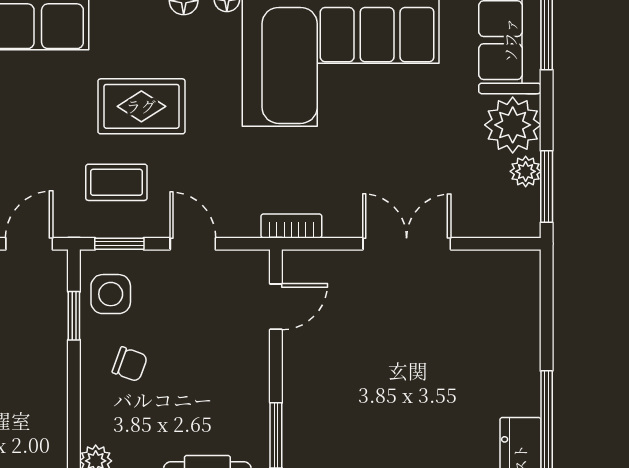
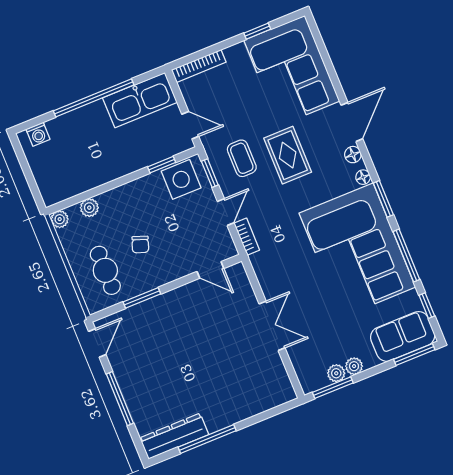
plant: (513, 125) -> (354, 366), width x0.53, depth x0.53
bookcase: (291, 226) -> (247, 237), moved
side table: (111, 294) -> (181, 179), width x1.37, depth x1.37
chair: (130, 364) -> (140, 245), moved

